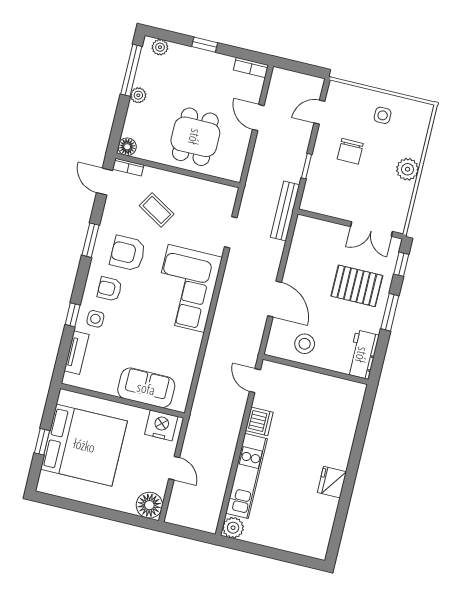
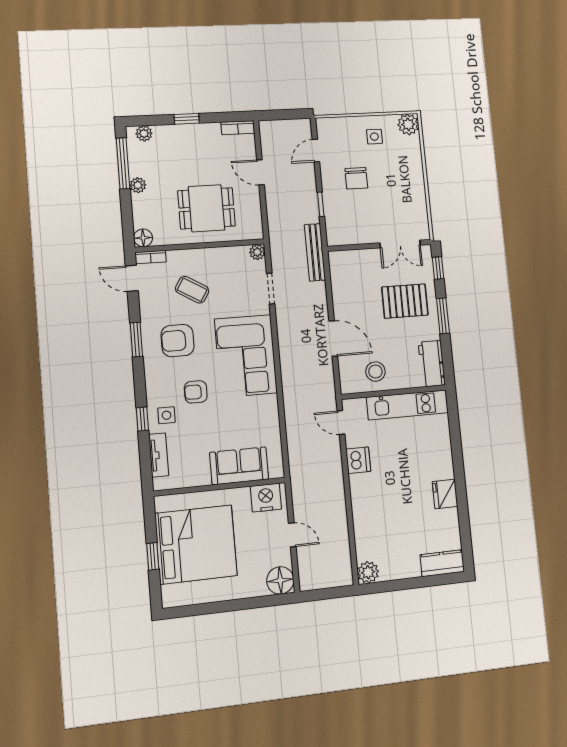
dining table: (195, 137) -> (207, 208), turned 90
plant: (408, 169) -> (408, 124), moved
plant: (230, 193) -> (257, 252), added
armchair: (110, 289) -> (196, 392), moved
kitchen unit: (246, 476) -> (407, 405), moved, turned 90
kitchen counter: (307, 545) -> (442, 563), added

